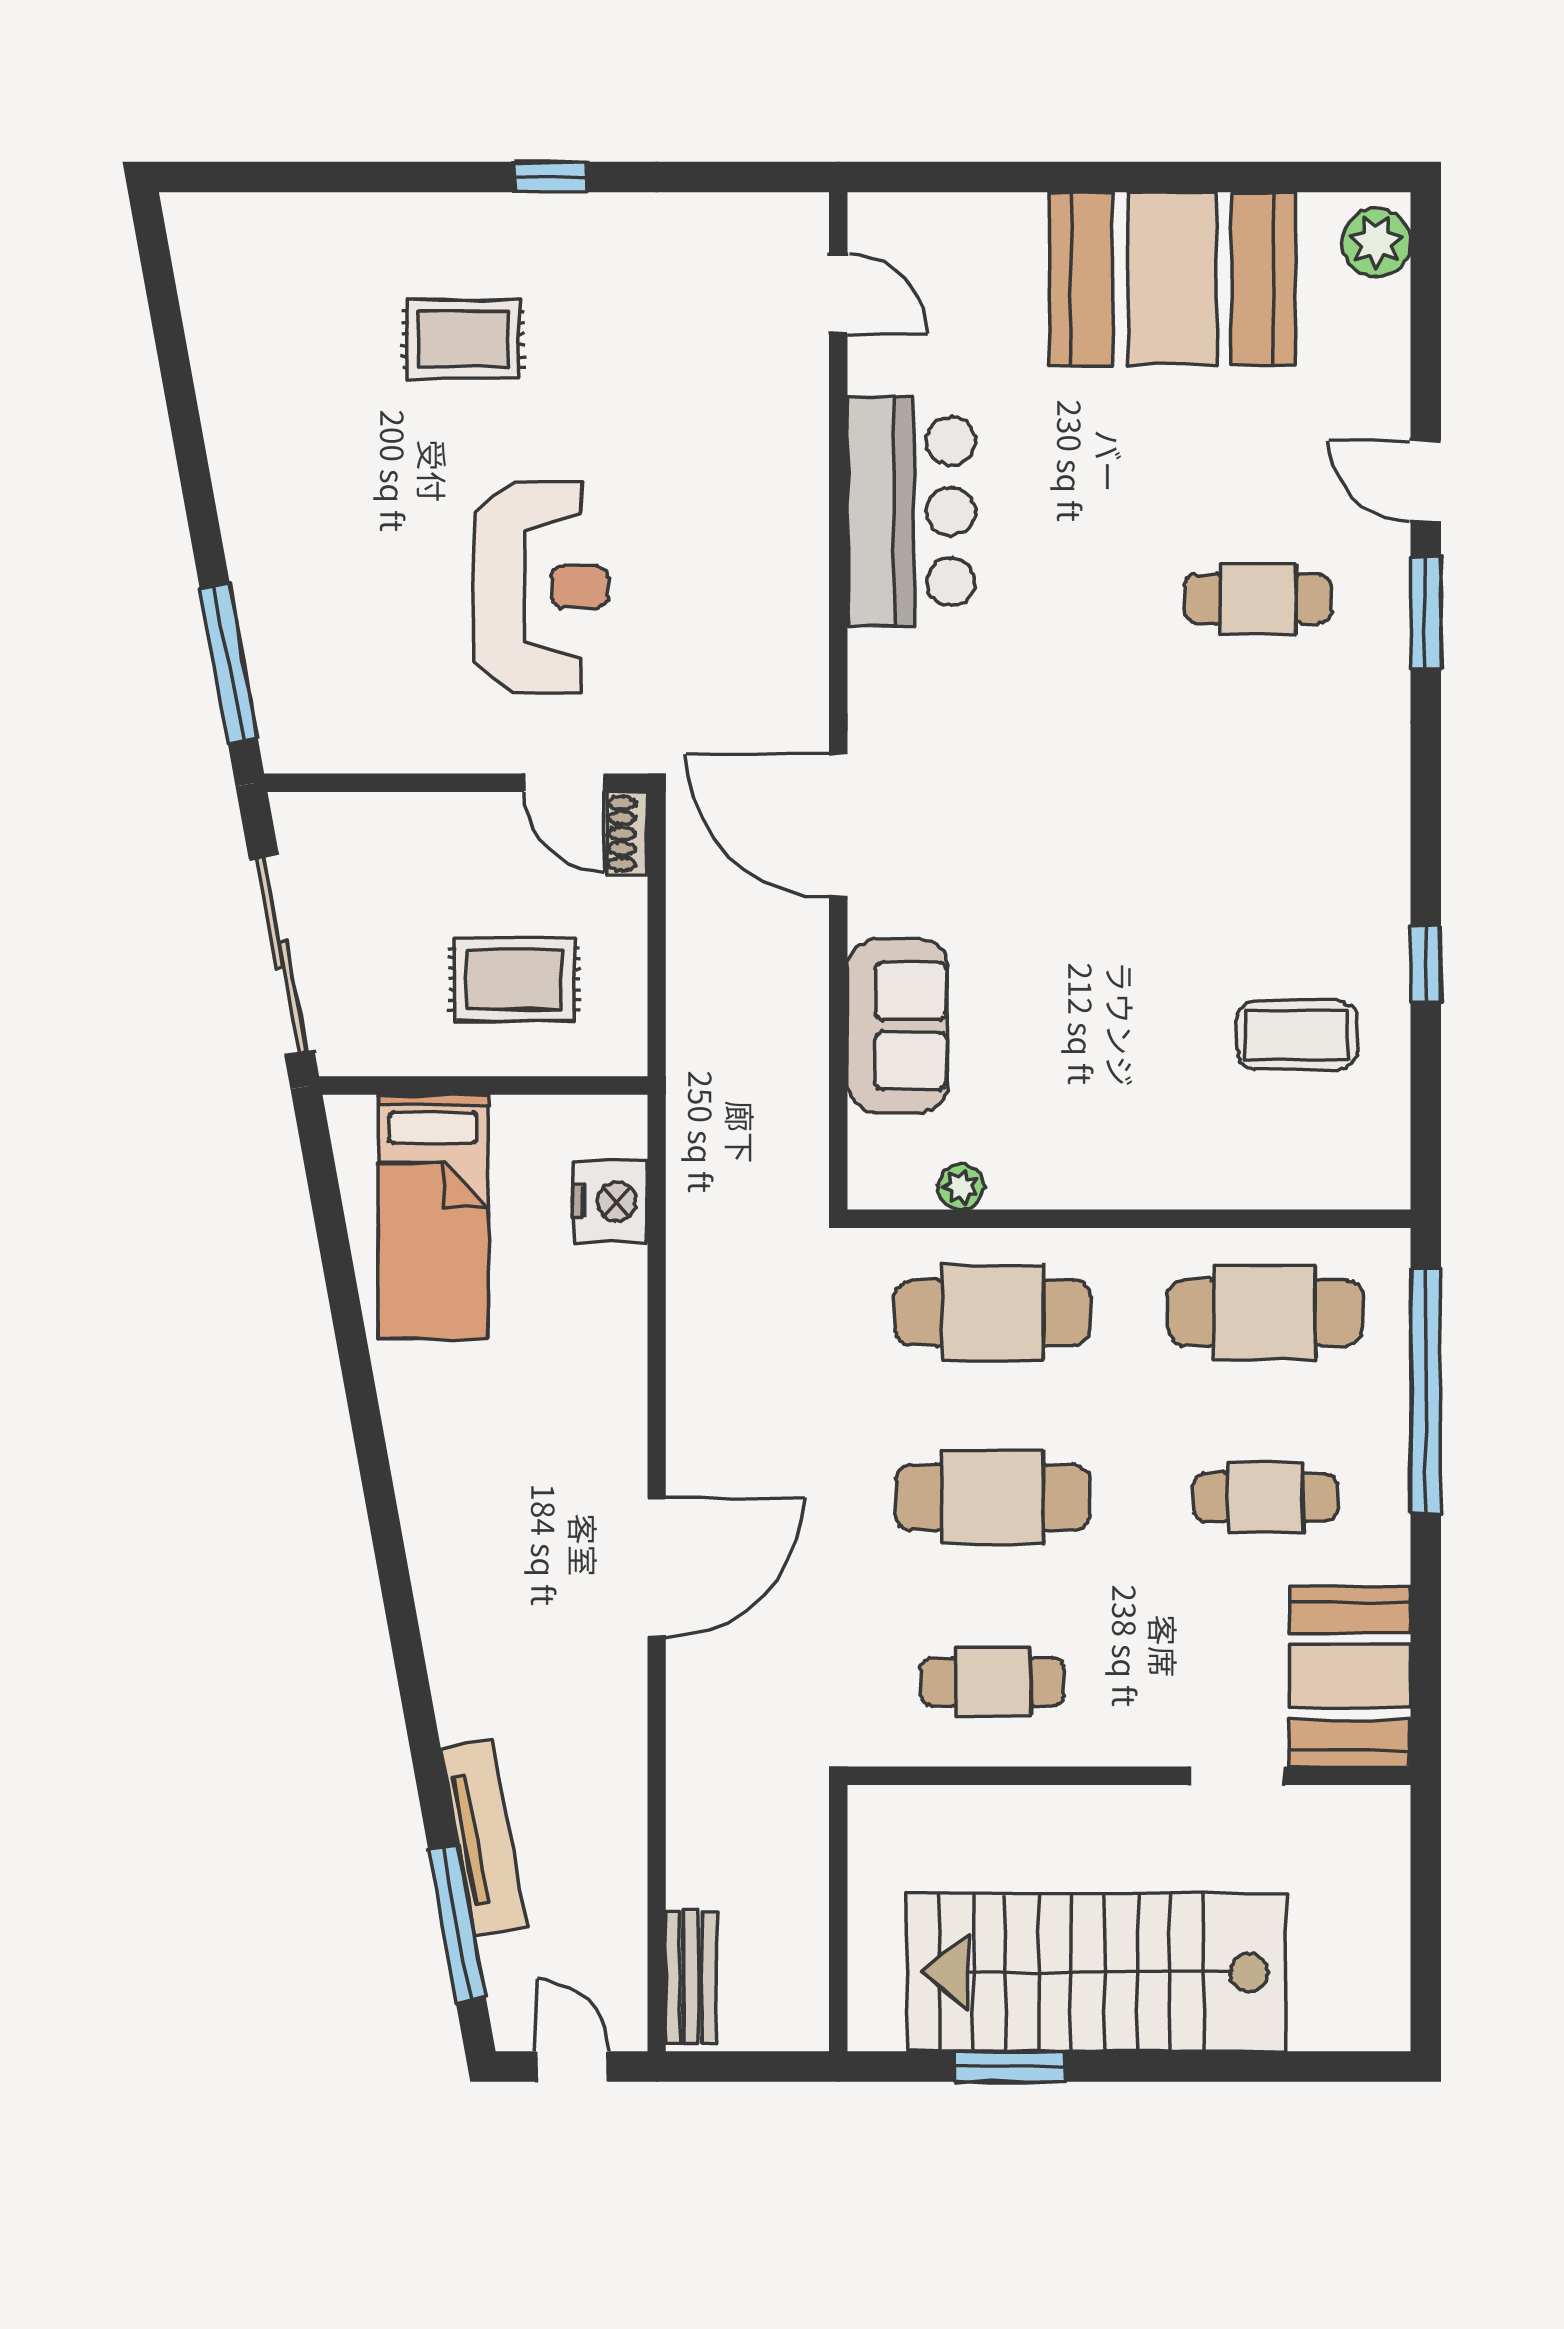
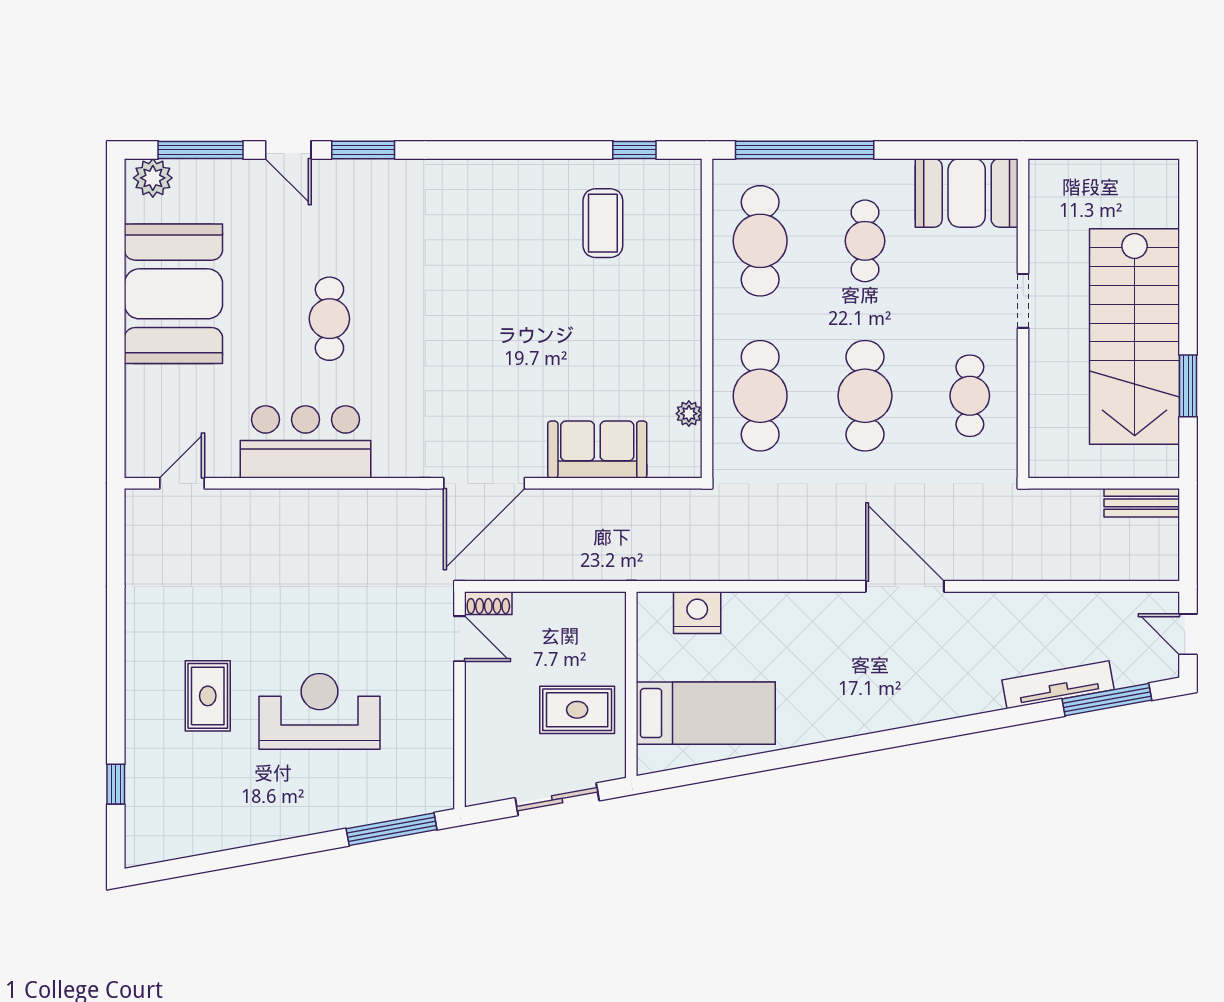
window: (550, 177) -> (116, 784), moved
window: (1426, 326) -> (201, 150), added
door: (1426, 481) -> (288, 150), hinge flipped
reception desk: (541, 587) -> (320, 711), moved
cafe table: (1258, 599) -> (329, 319), moved
door: (564, 783) -> (459, 639), hinge flipped
sliding door: (282, 955) -> (557, 799), width x0.73
window: (1426, 964) -> (634, 150), moved
rug: (514, 979) -> (577, 710), moved, turned 90
doorway: (1237, 1776) -> (1023, 301), moved
bench: (691, 1978) -> (1142, 503), moved
door: (572, 2066) -> (1188, 634), hinge flipped

